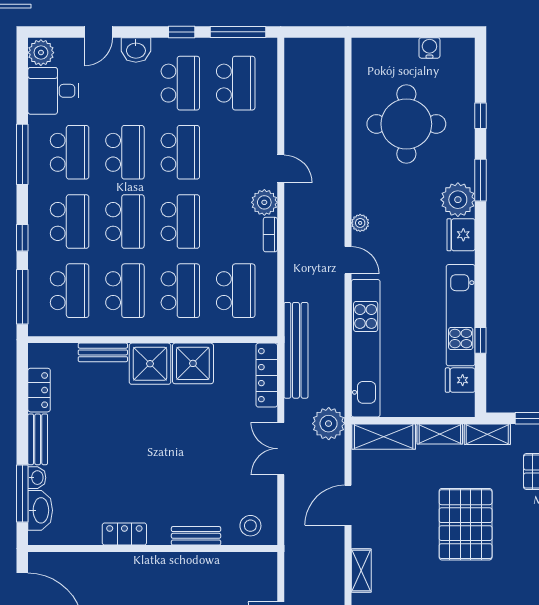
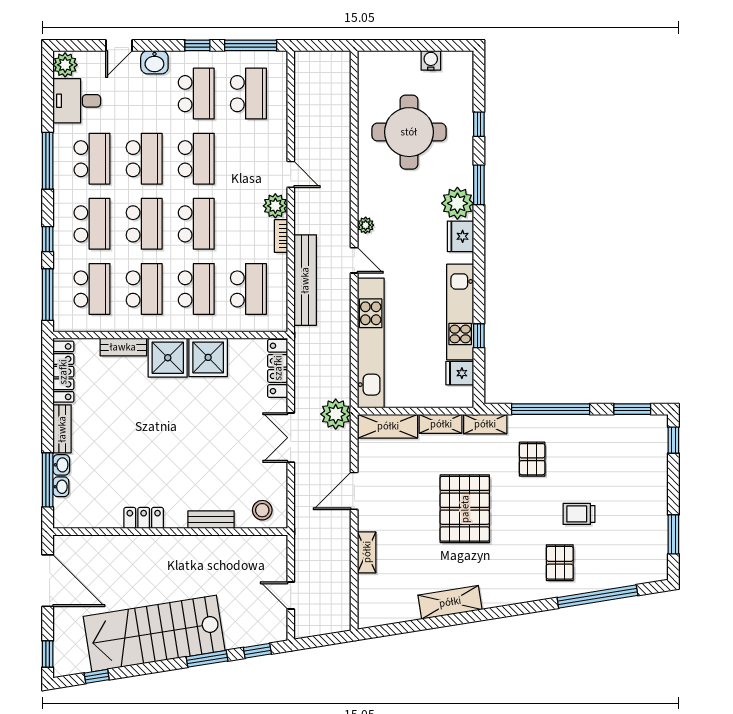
bench: (296, 350) -> (305, 280), moved
locker: (39, 390) -> (63, 372), width x1.53
washbasin: (40, 510) -> (61, 487), width x0.52, depth x0.69

